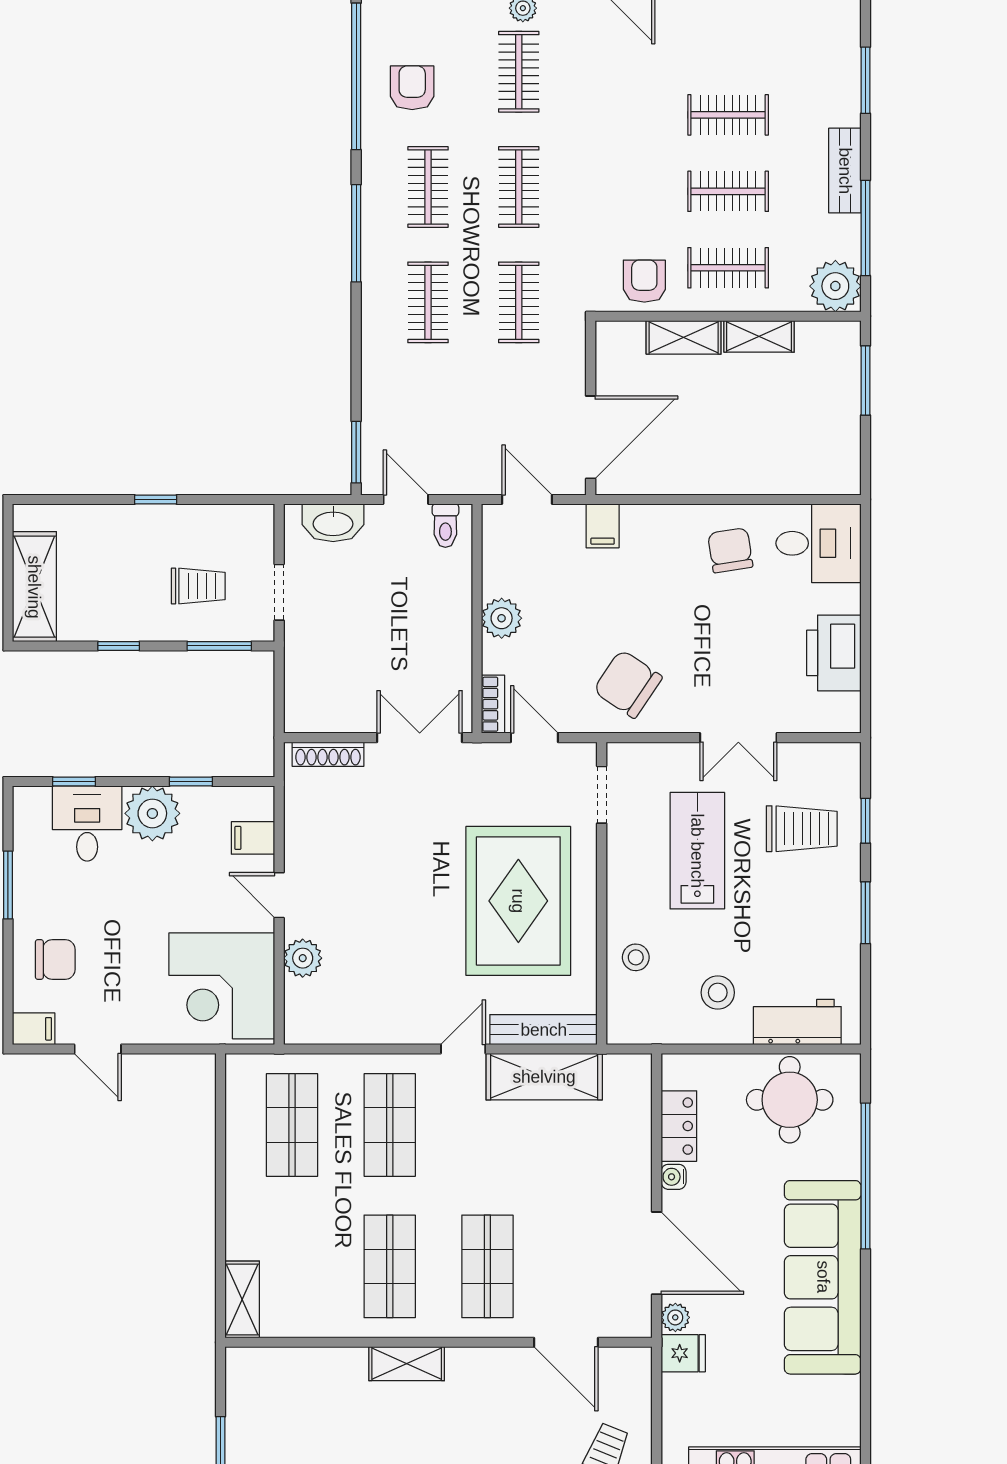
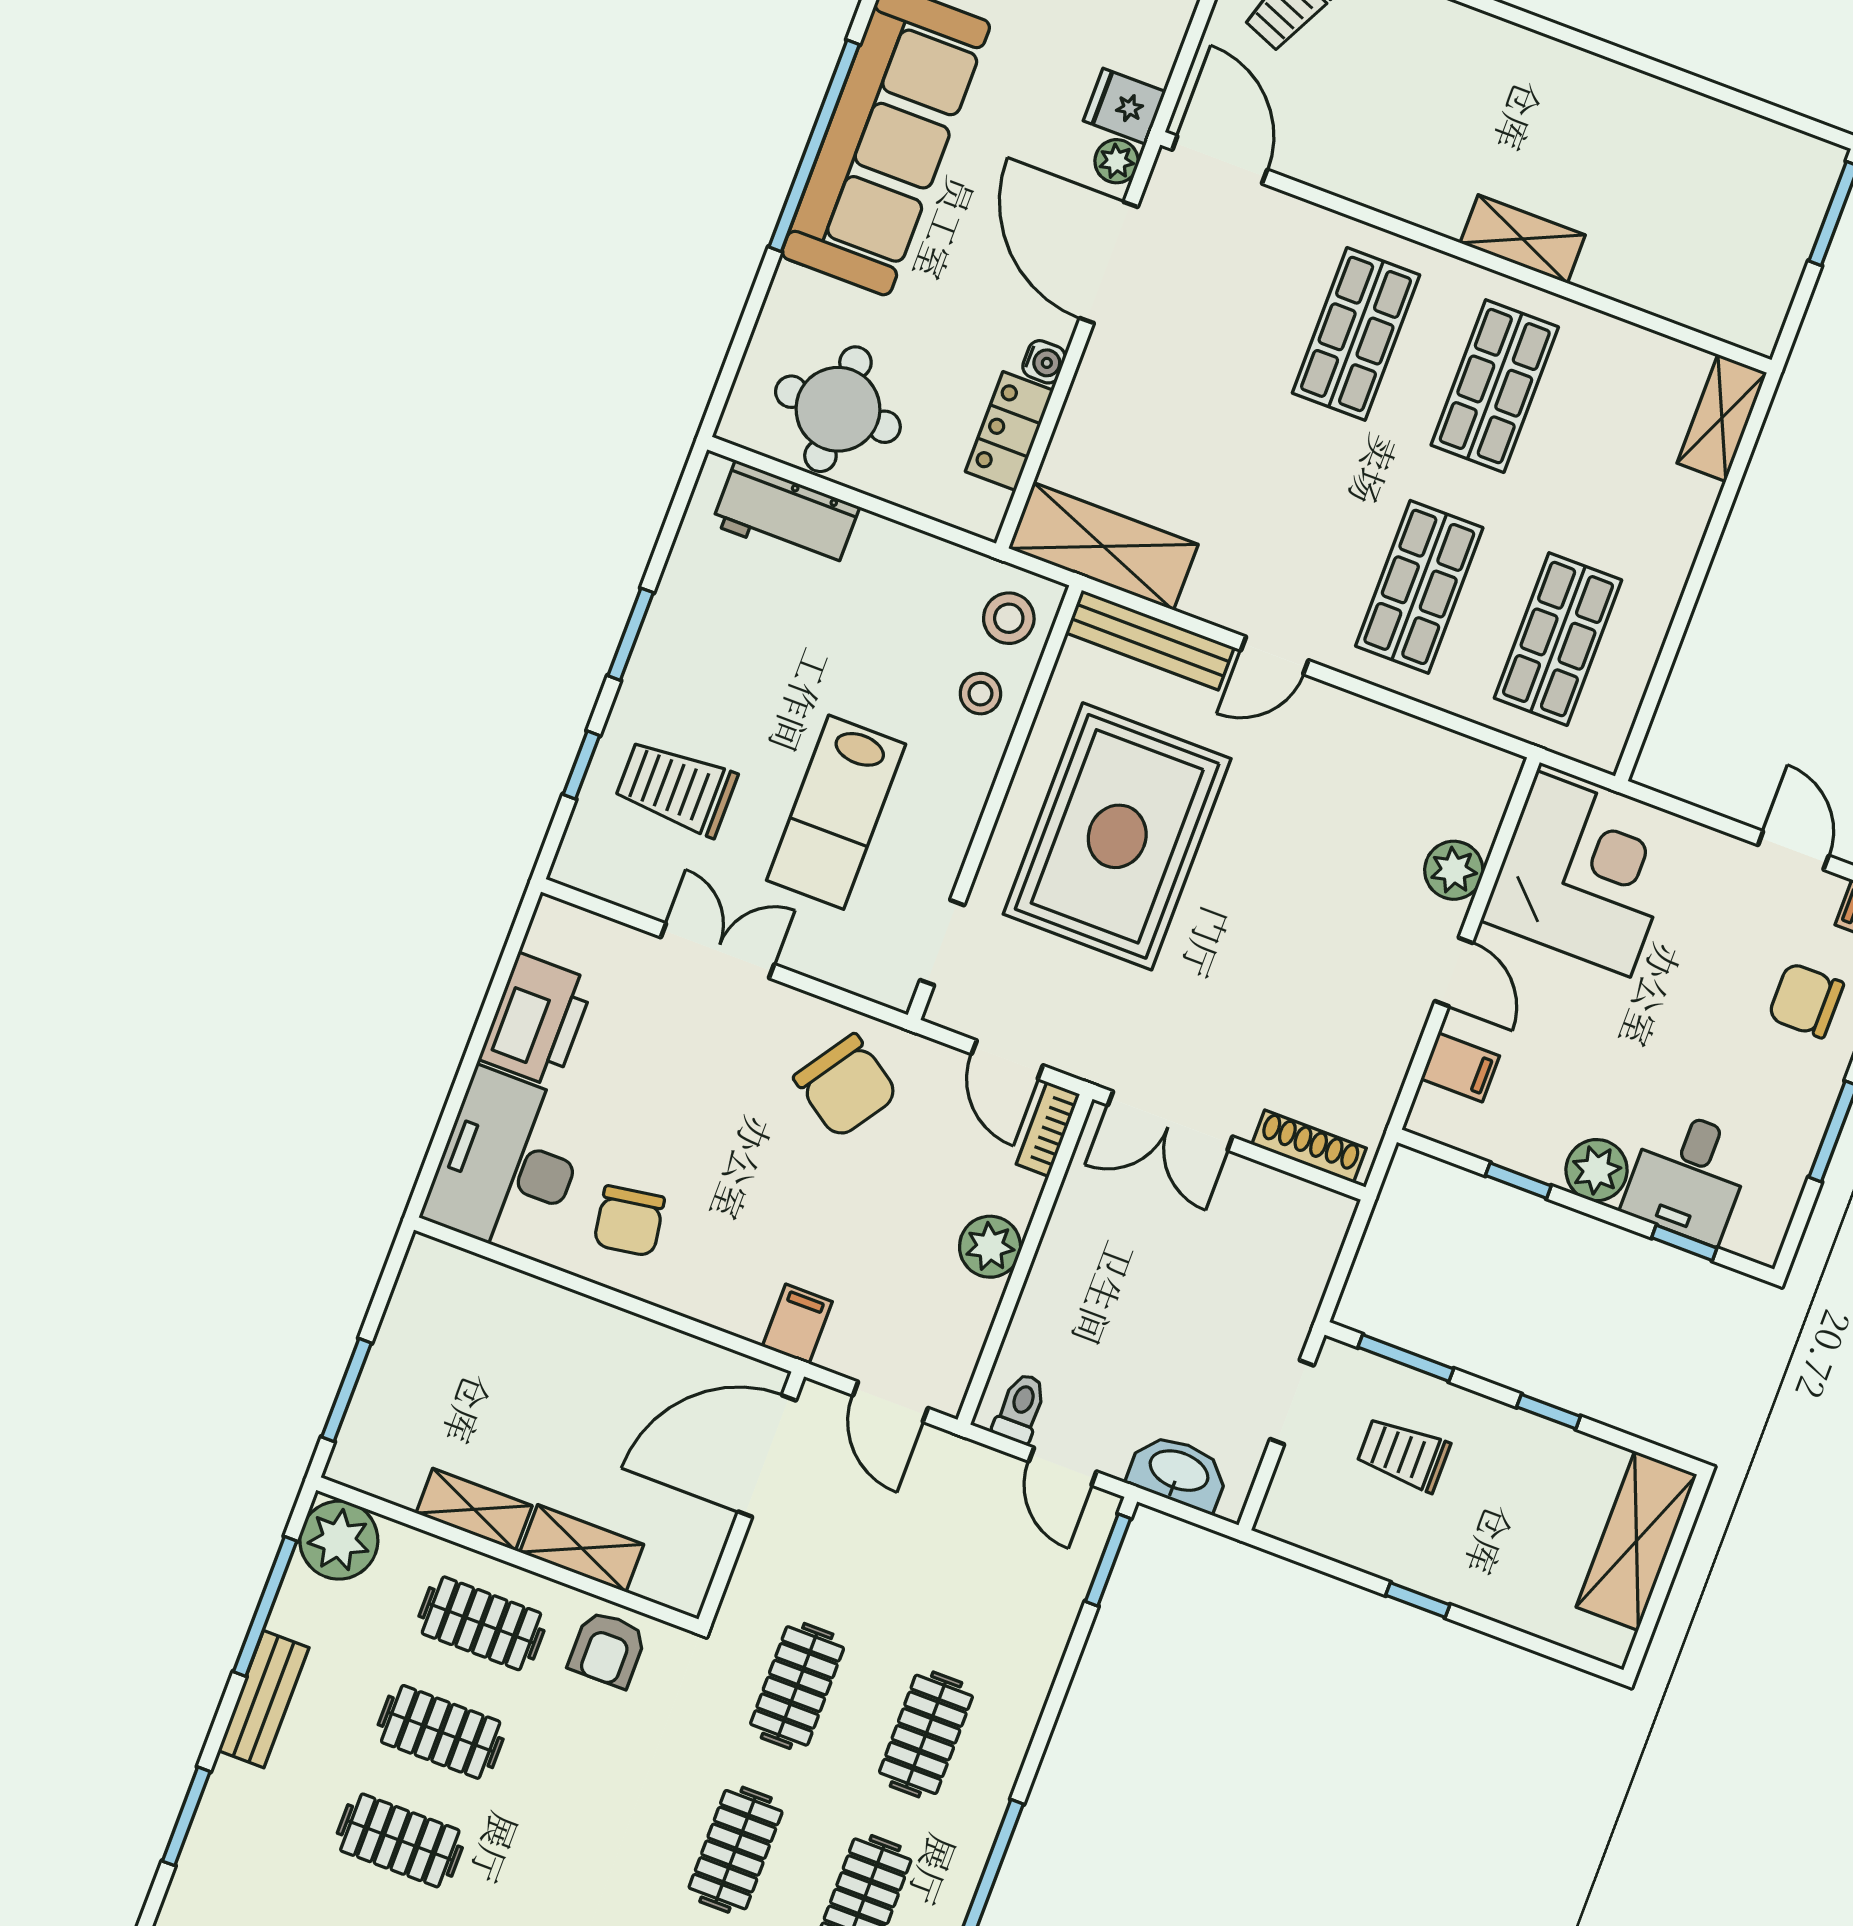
desk: (819, 543) -> (508, 1163), width x1.37
plant: (152, 813) -> (1597, 1170), width x0.73, depth x0.73
stool: (718, 993) -> (1009, 618), moved
shelving: (544, 1077) -> (1103, 546), moved
window: (865, 1176) -> (814, 146), moved
door: (566, 1342) -> (1220, 160), moved

